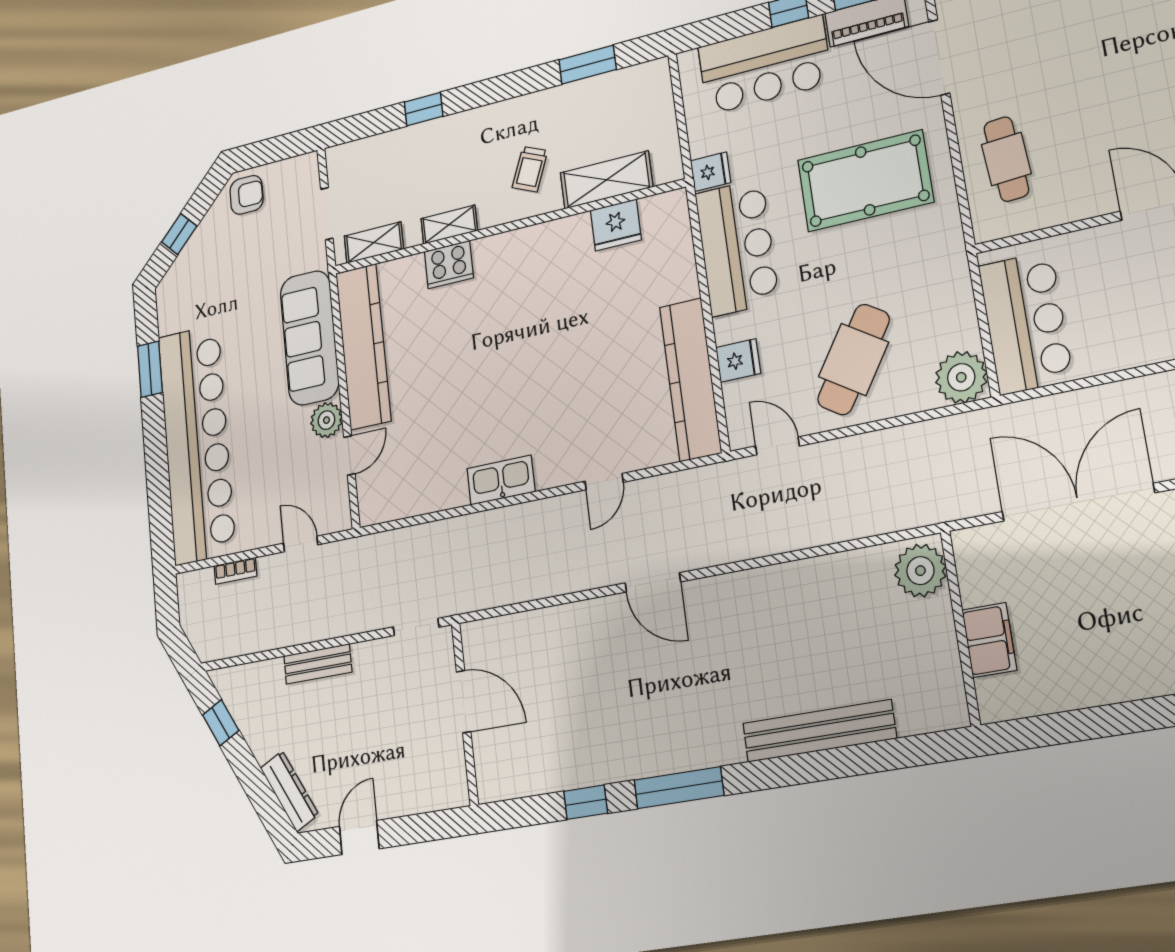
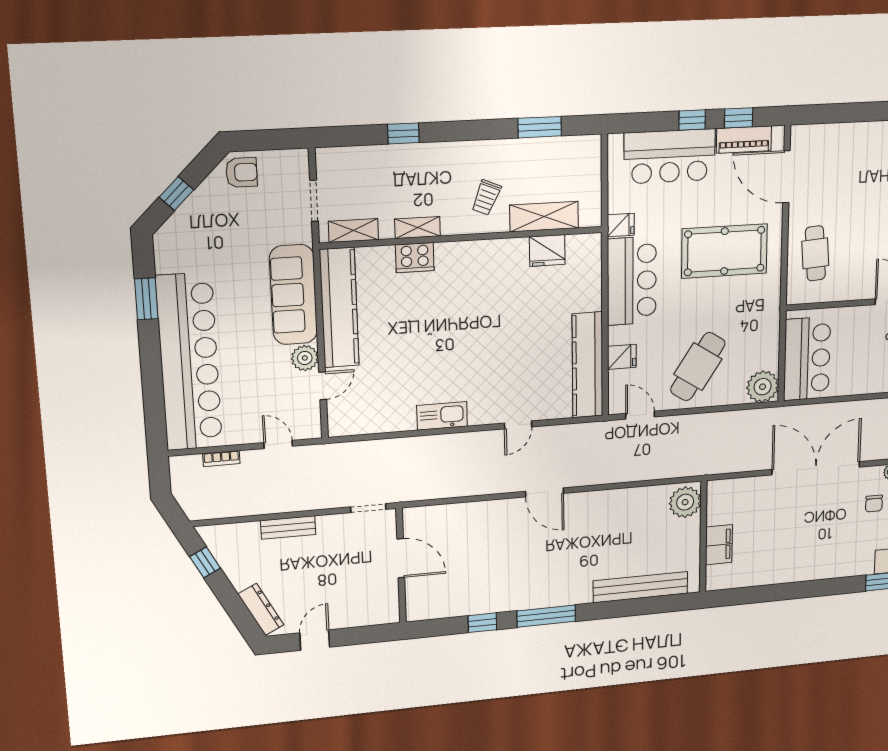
plant: (920, 571) -> (685, 502), moved
wall: (960, 628) -> (703, 537), moved
filing cabinet: (989, 640) -> (719, 545), moved

